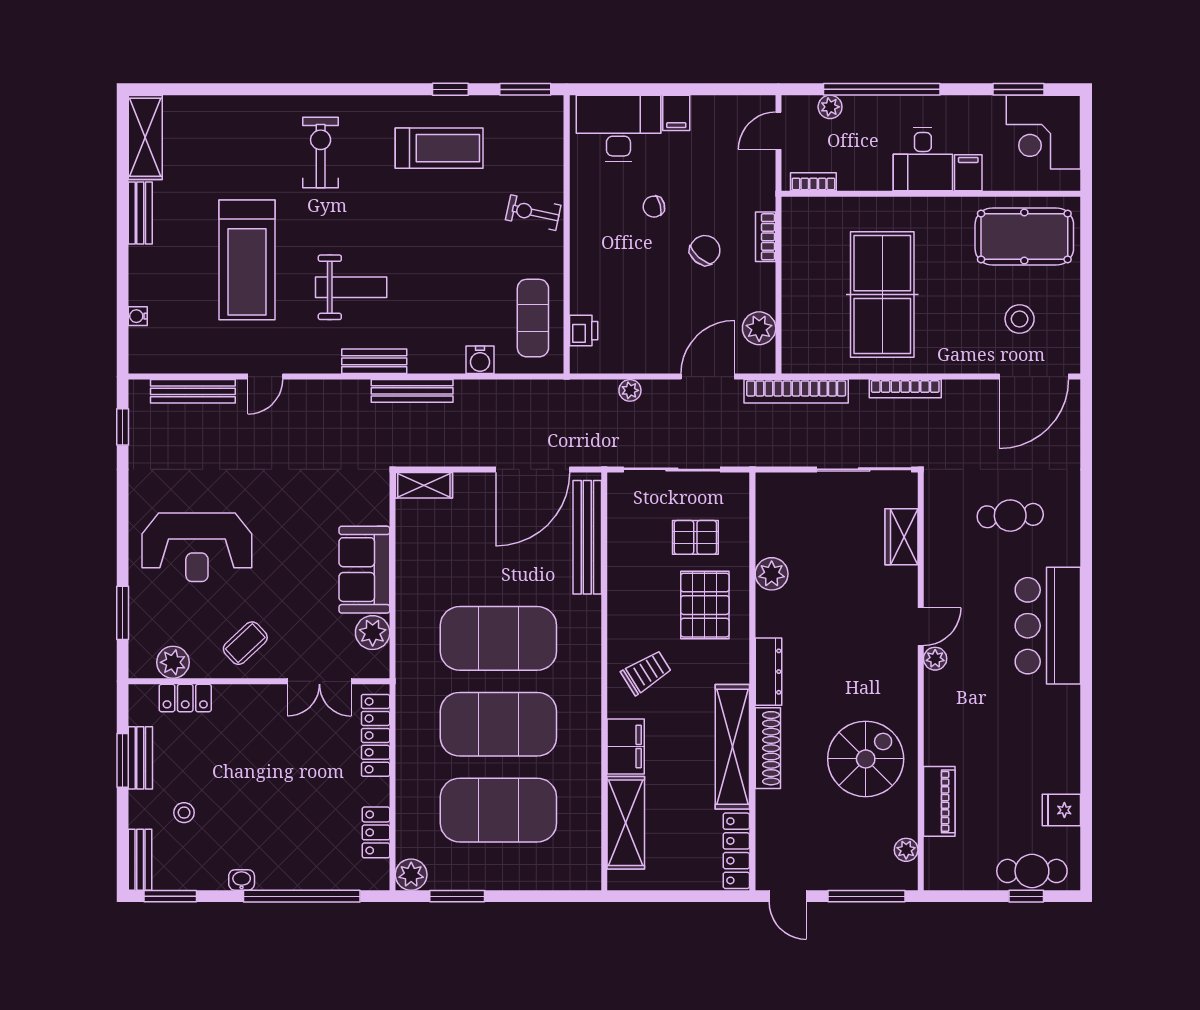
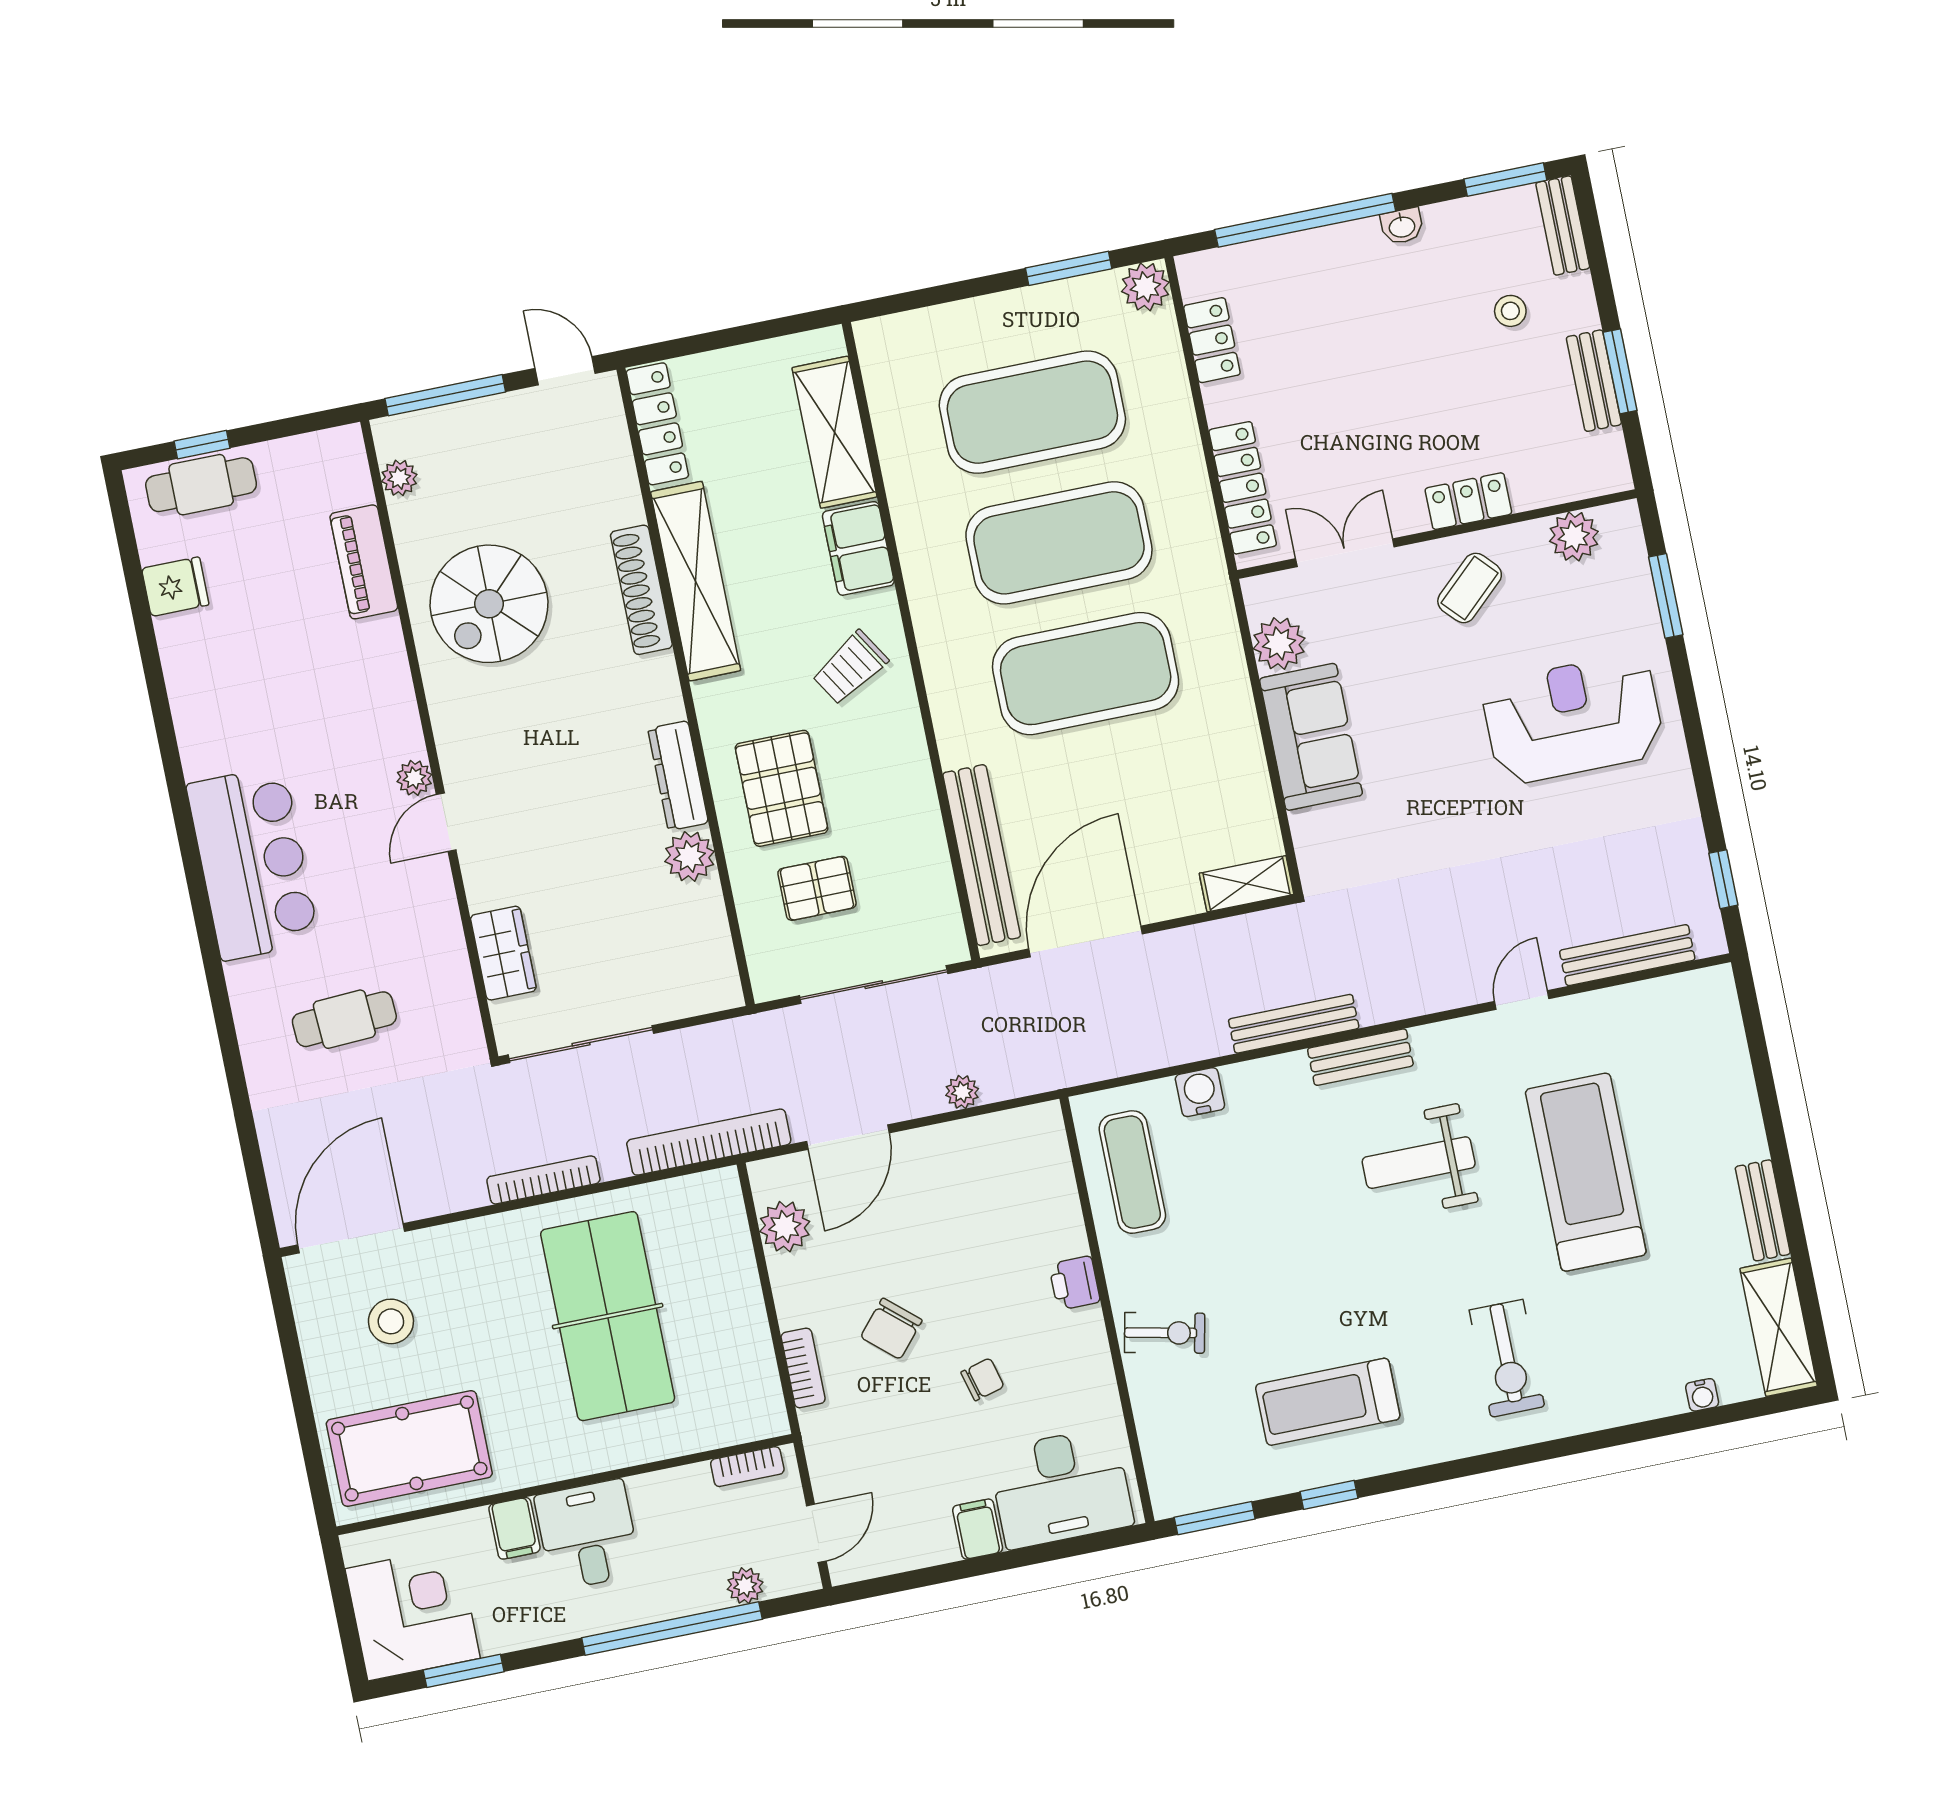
water cooler: (138, 316) -> (1702, 1395), moved, turned 90
printer: (584, 331) -> (1075, 1283), moved
dresser: (768, 672) -> (678, 776), moved
locker: (185, 698) -> (1468, 501), moved

